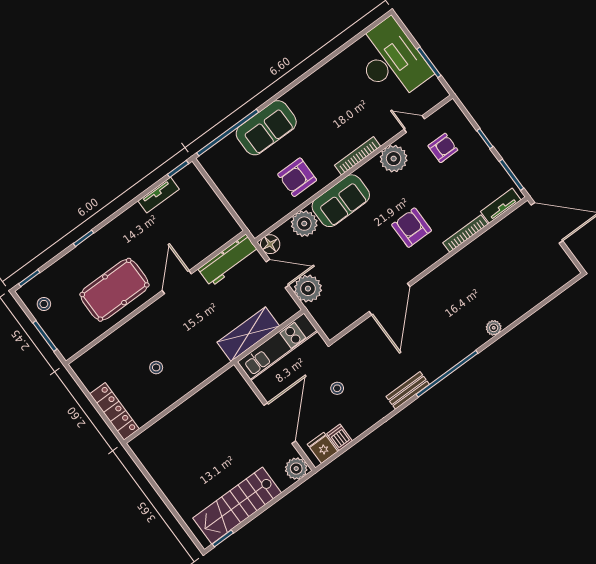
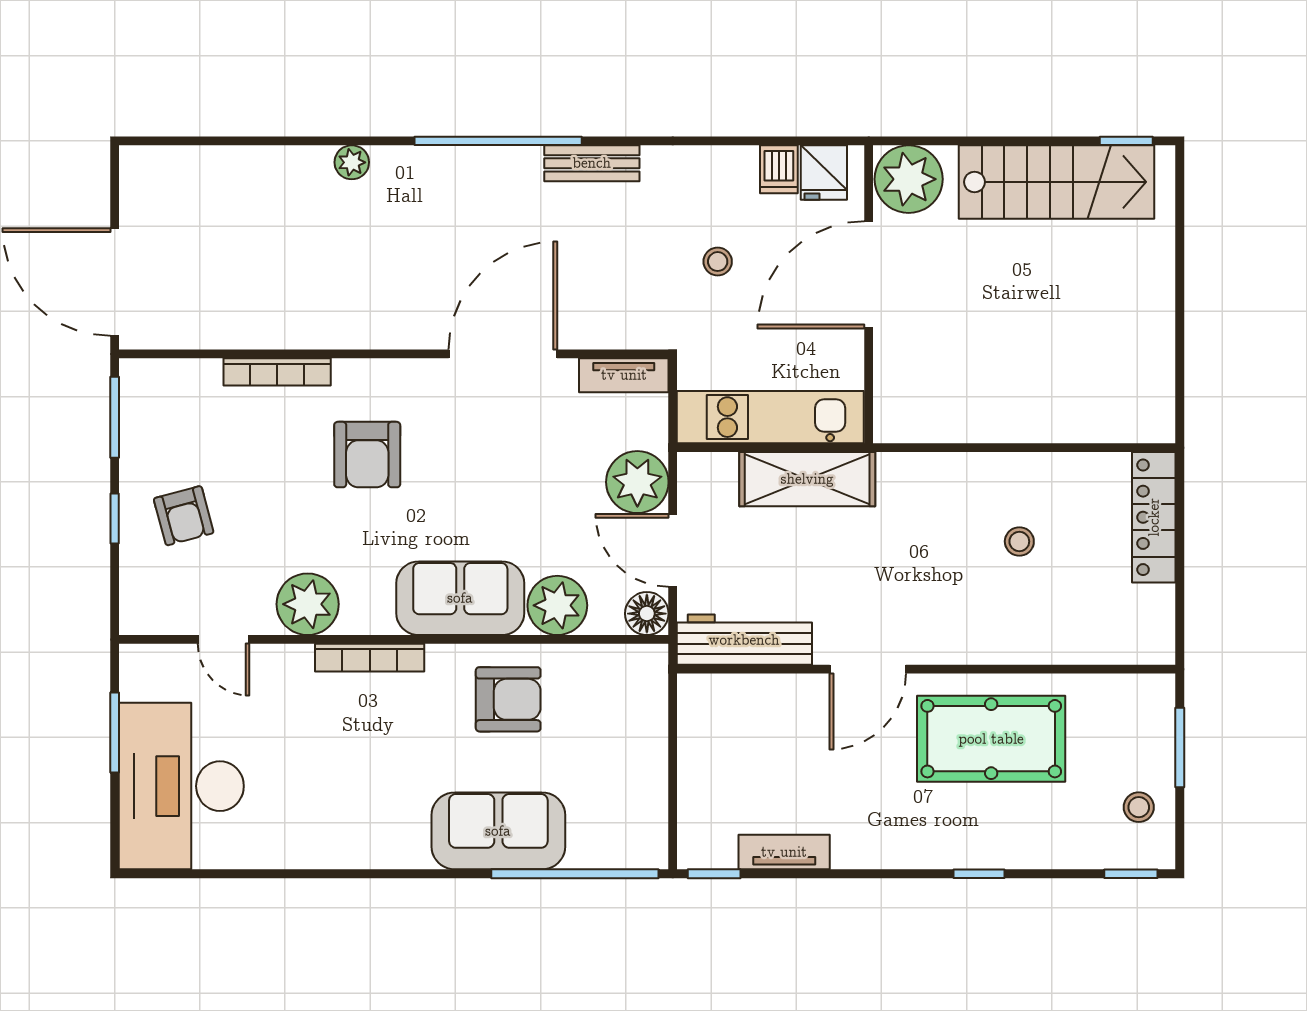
armchair: (443, 148) -> (184, 516), moved, turned -105
tv unit: (501, 206) -> (624, 375), moved
plant: (296, 469) -> (909, 179), width x1.36, depth x1.36

